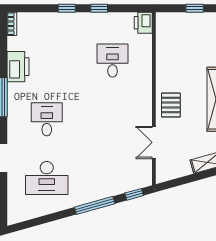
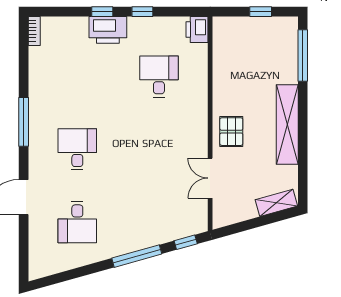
printer: (18, 67) -> (108, 30), moved, turned 90
desk: (47, 178) -> (77, 222), width x0.73

